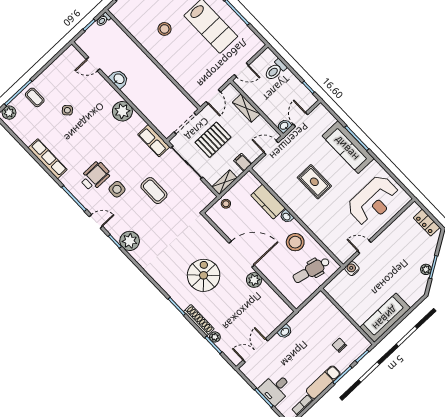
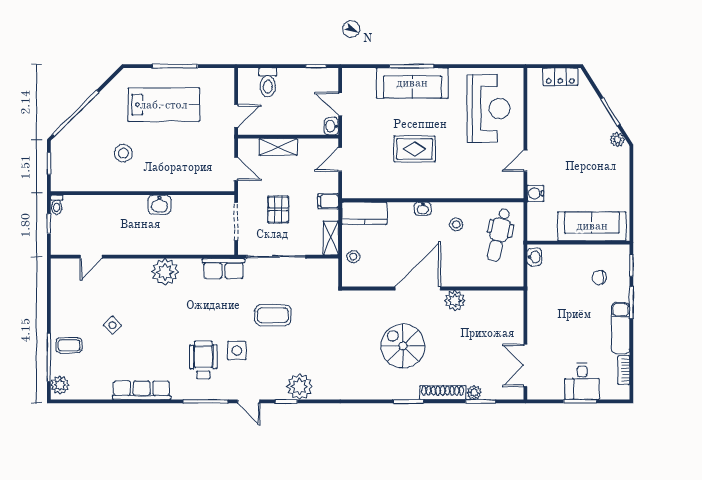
washbasin: (119, 79) -> (159, 205), moved, turned 180
pallet: (213, 140) -> (278, 209), width x0.67, depth x0.71
kitchen counter: (268, 202) -> (364, 213), moved
door: (96, 221) -> (249, 401), swing flipped
stool: (295, 242) -> (456, 224), width x0.53, depth x0.53
plant: (426, 269) -> (617, 140), moved
sofa: (385, 318) -> (592, 226), moved, turned 90
washbasin: (285, 332) -> (534, 257), moved

